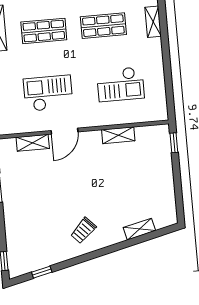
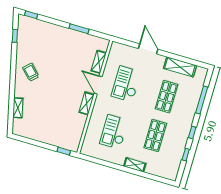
shelving: (153, 22) -> (135, 165), moved
checkout: (48, 93) -> (126, 84), turned 180
shelving: (118, 135) -> (87, 103), moved

